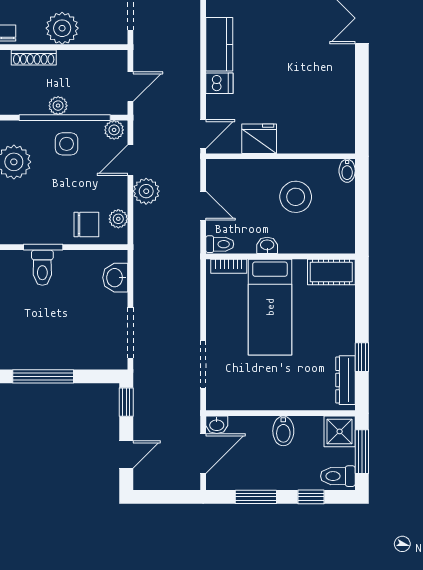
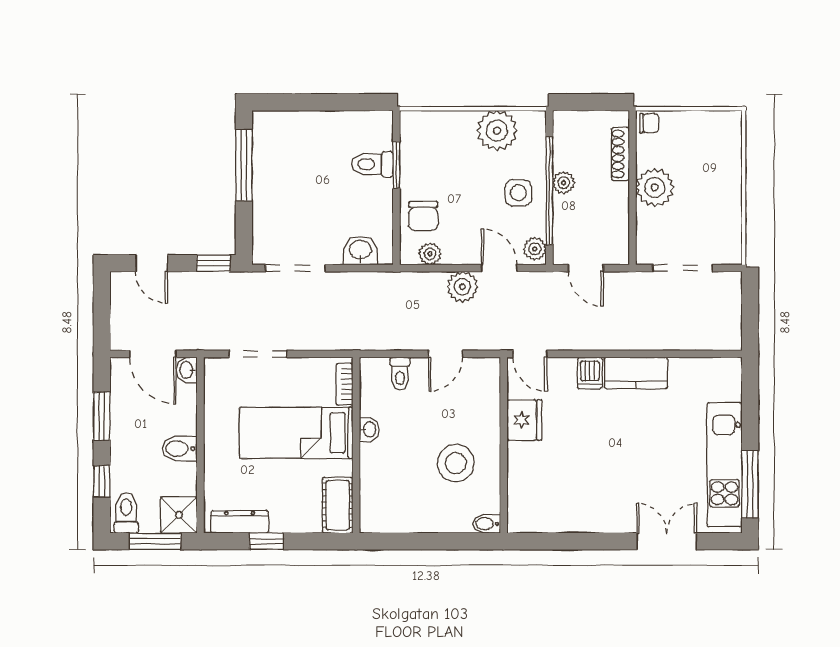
washbasin: (267, 245) -> (369, 429), moved
wall: (280, 256) -> (356, 445), moved
bookcase: (229, 266) -> (345, 384), moved
cot: (331, 272) -> (338, 505), moved
bed: (270, 307) -> (296, 433), moved

